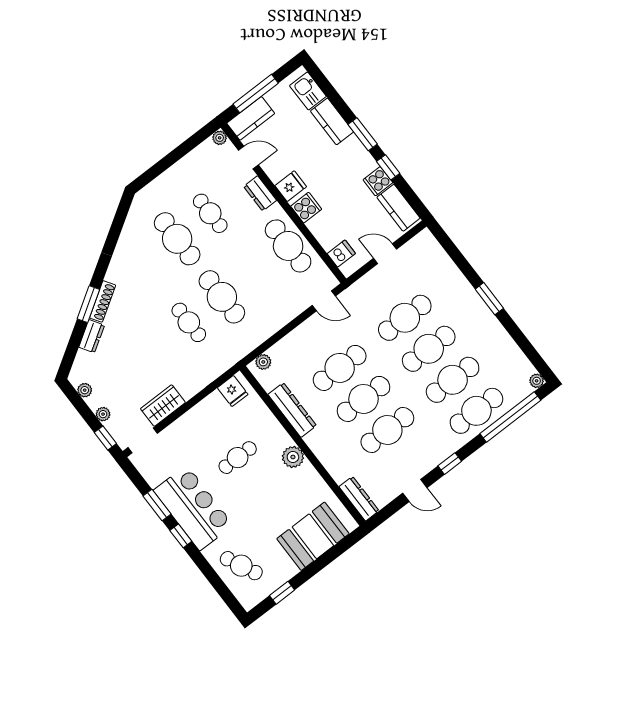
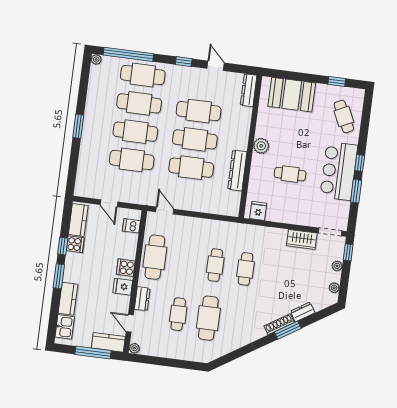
cafe table: (222, 297) -> (215, 265), width x0.73, depth x0.74
plant: (263, 362) -> (227, 210), removed

